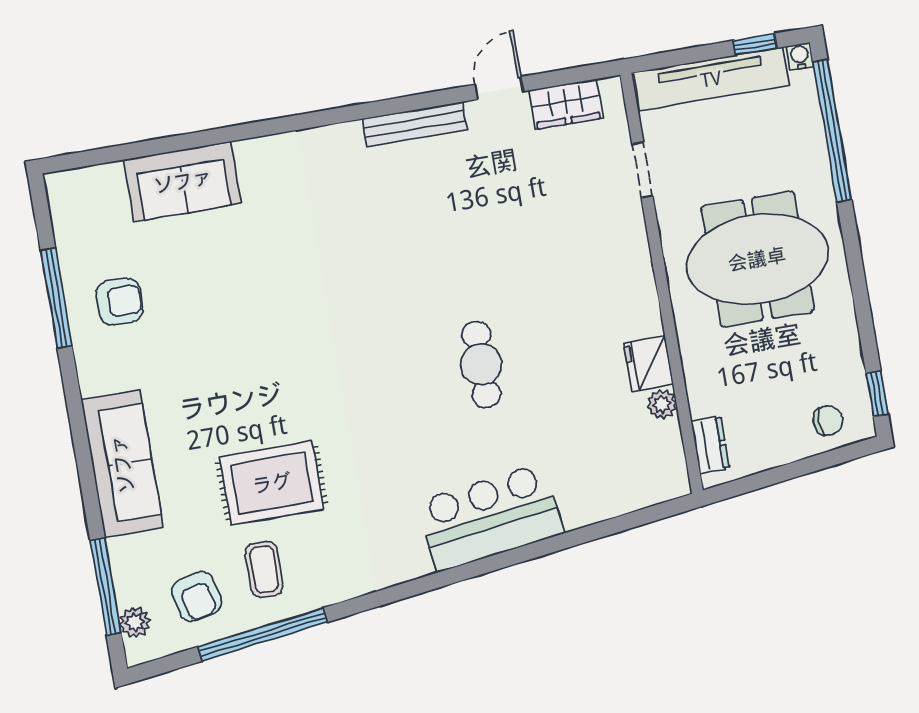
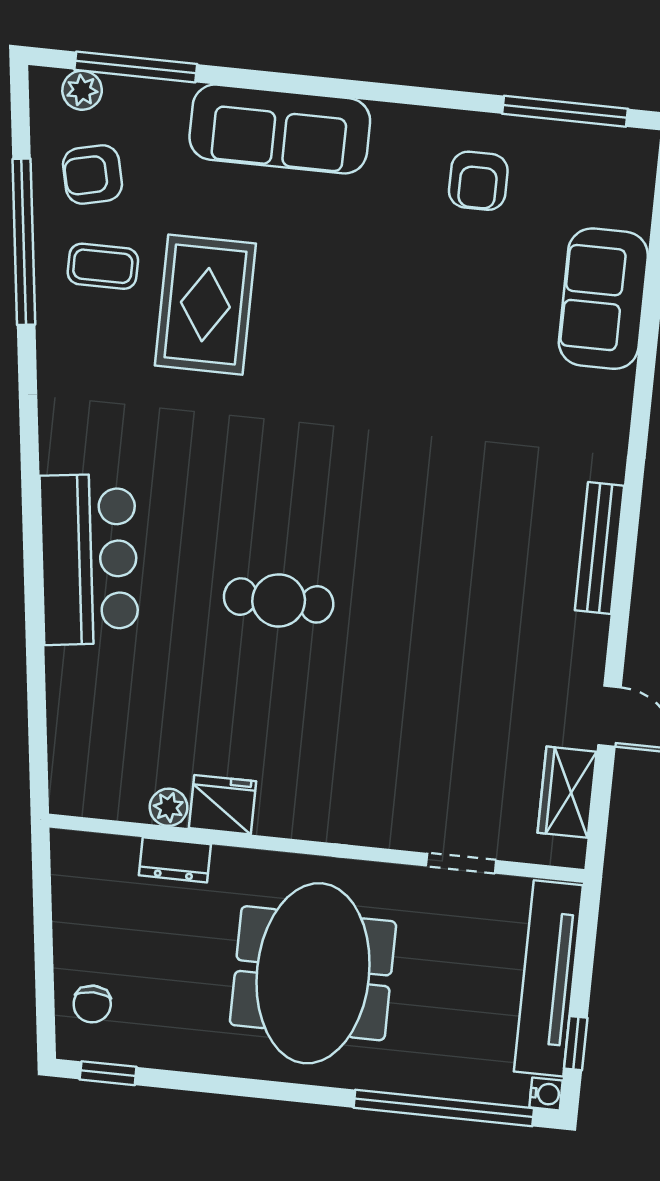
bench: (415, 124) -> (600, 548), moved
window: (56, 298) -> (565, 111), moved
dresser: (710, 445) -> (175, 860), moved

